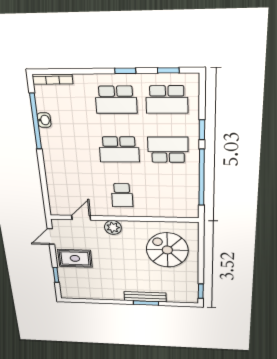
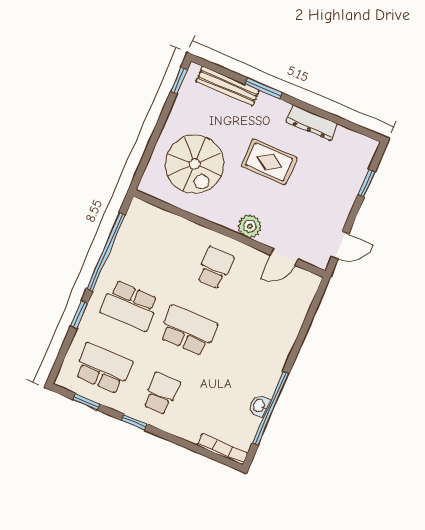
school desk: (116, 100) -> (161, 393), width x0.54
rug: (75, 258) -> (269, 162), moved
dresser: (107, 295) -> (312, 123), added
bench: (145, 297) -> (228, 86), moved

